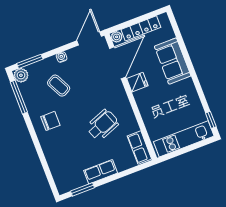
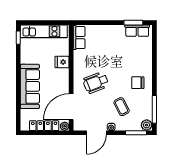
door: (89, 39) -> (96, 133), moved
sofa: (173, 61) -> (30, 86), width x1.36
fridge: (137, 82) -> (62, 62), moved
wheelchair: (103, 125) -> (96, 83), moved
row of seats: (101, 172) -> (137, 31), moved

